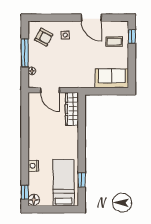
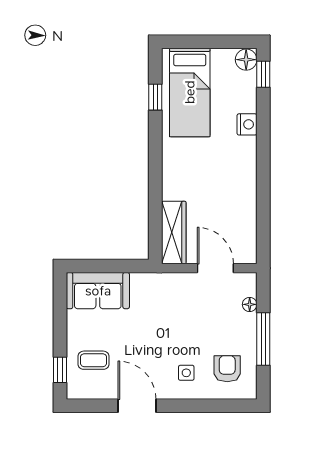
armchair: (44, 37) -> (227, 369), turned 61

